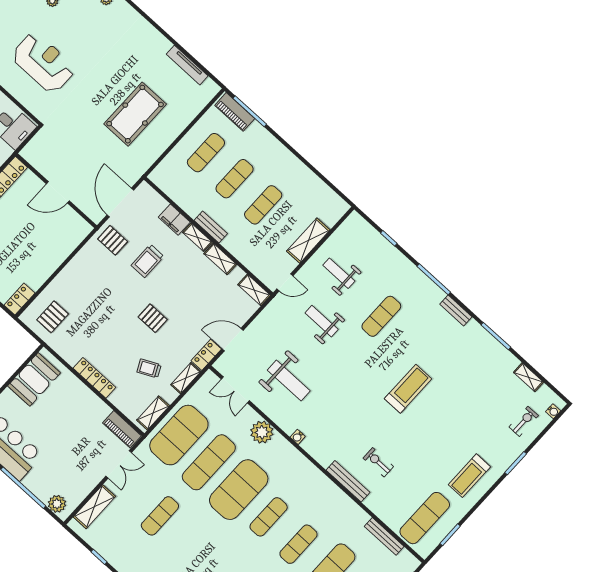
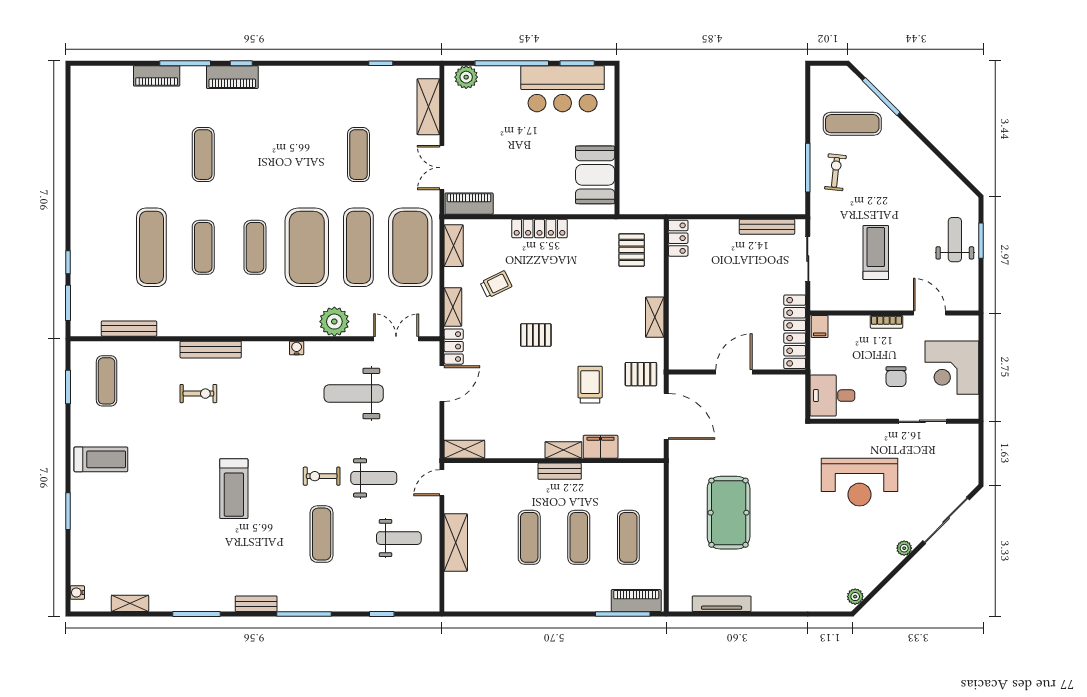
shelving: (220, 259) -> (655, 317), moved, turned 90
exercise bike: (524, 421) -> (322, 476), moved, turned 90
treadmill: (469, 476) -> (101, 459), turned 90
exercise mat: (425, 518) -> (107, 381), width x0.73, depth x0.69

